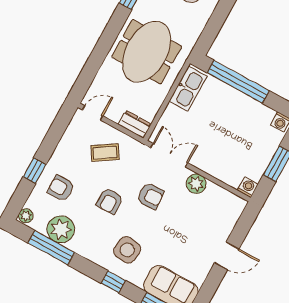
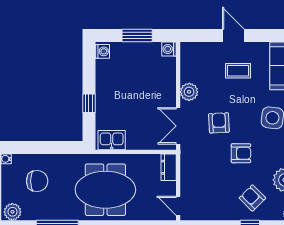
window: (238, 82) -> (89, 103), width x0.32
kitchen sink: (188, 89) -> (112, 140), width x0.73
coffee table: (105, 153) -> (238, 71), moved, turned -57
armchair: (61, 188) -> (252, 198), turned 135

